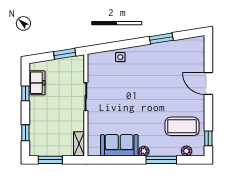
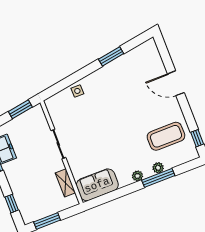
shelving: (79, 144) -> (65, 183), moved
sofa: (119, 145) -> (97, 185), moved
plant: (186, 151) -> (158, 168), moved

